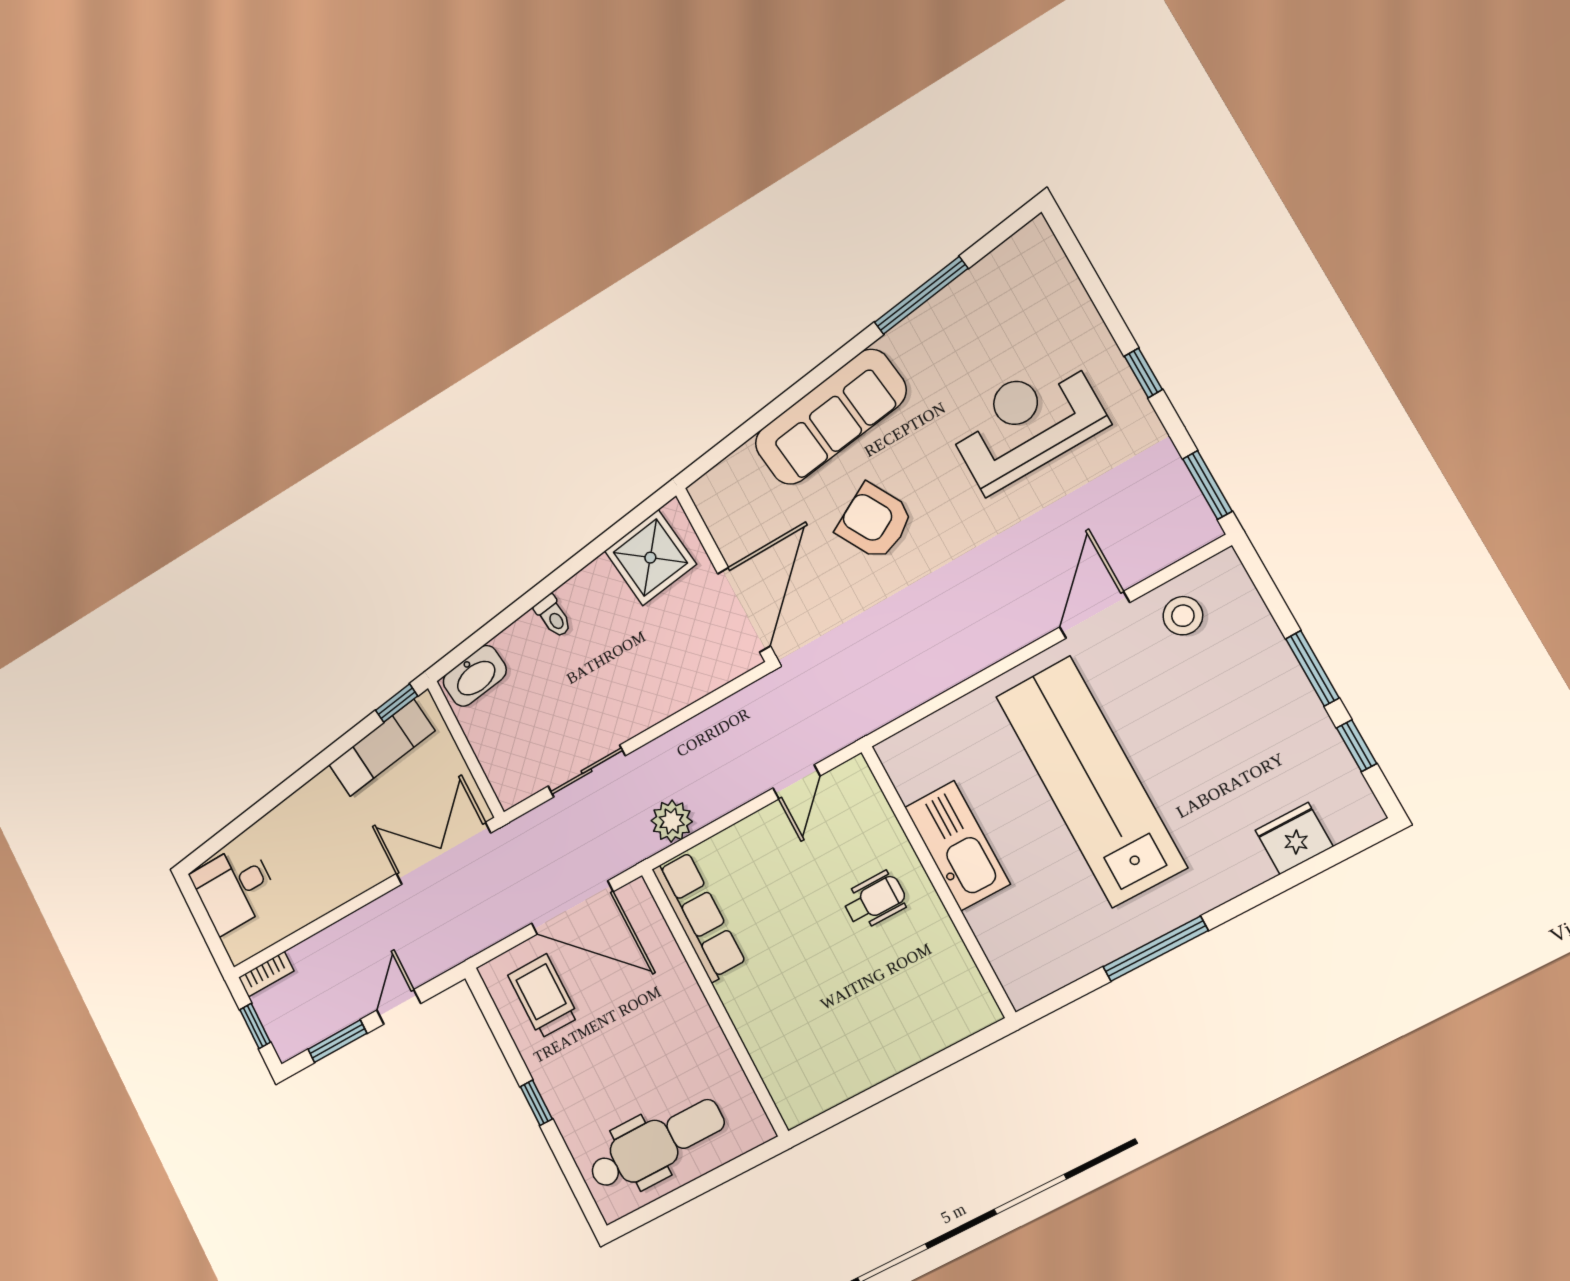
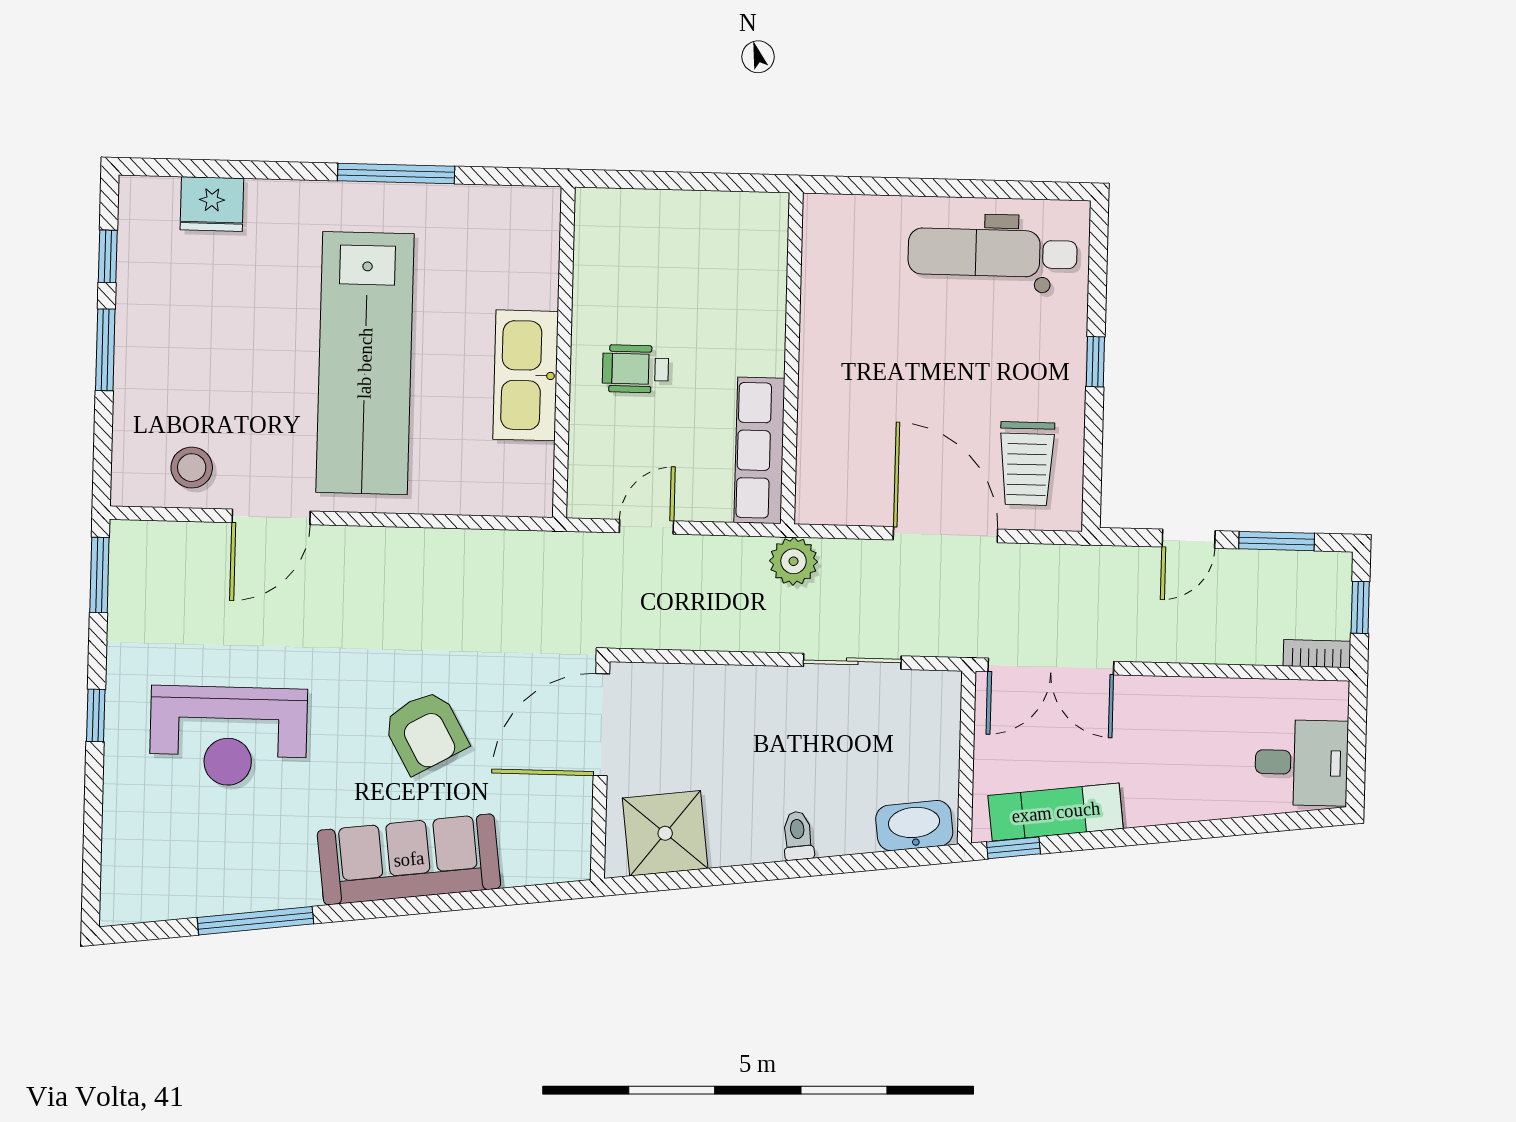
row of seats: (699, 916) -> (759, 450), moved
wall: (715, 1002) -> (792, 358), moved

